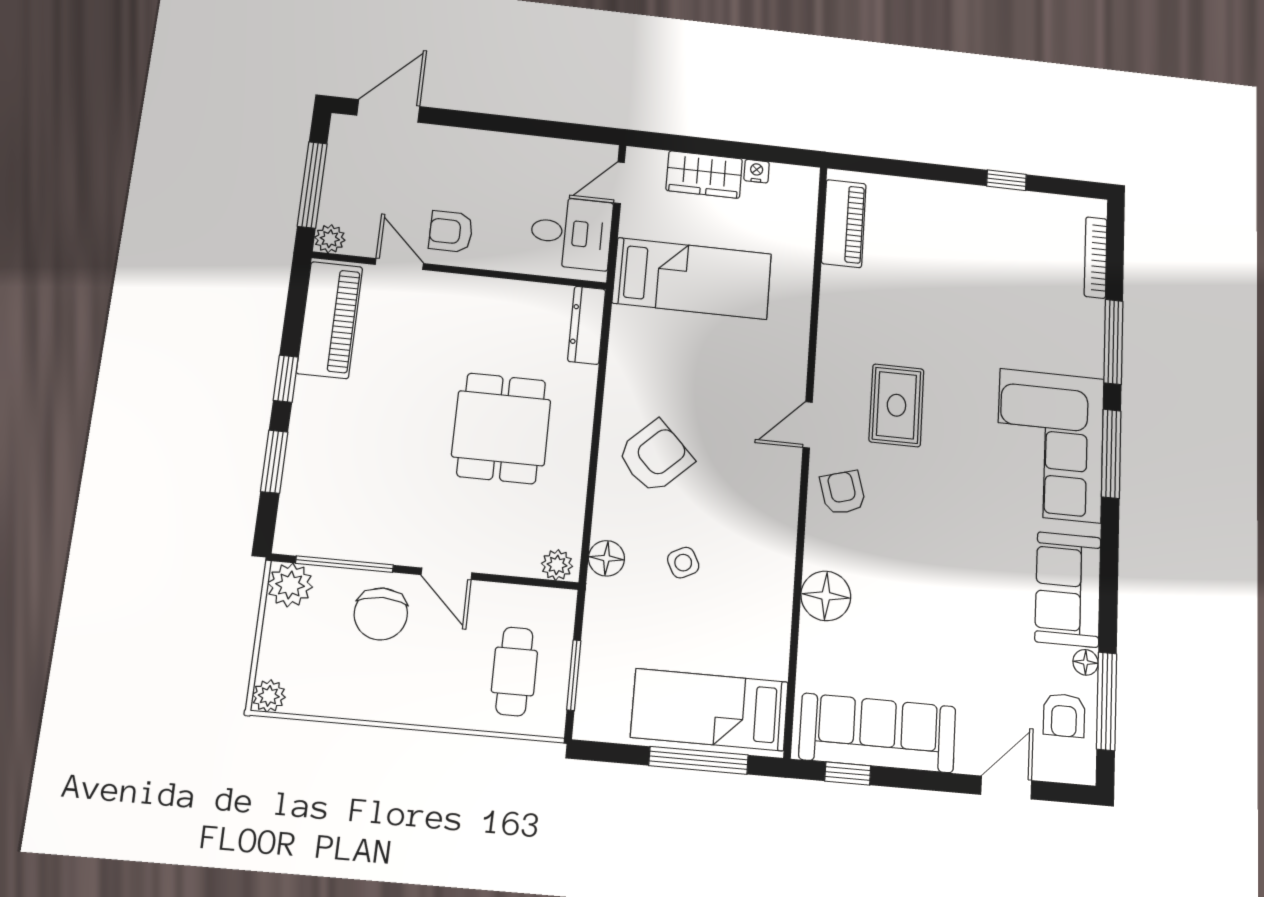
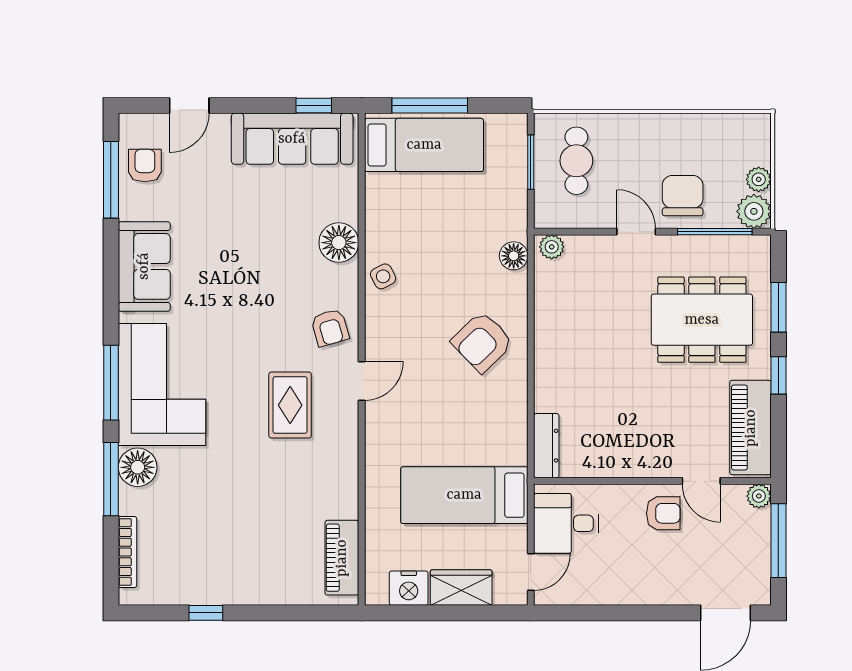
nightstand: (757, 171) -> (409, 588), width x1.89, depth x1.79
dining table: (501, 428) -> (702, 320), moved, width x1.38
side table: (683, 563) -> (383, 276), moved
floor lamp: (1086, 662) -> (138, 467), moved, width x1.89, depth x1.89
plant: (269, 696) -> (759, 179), moved

